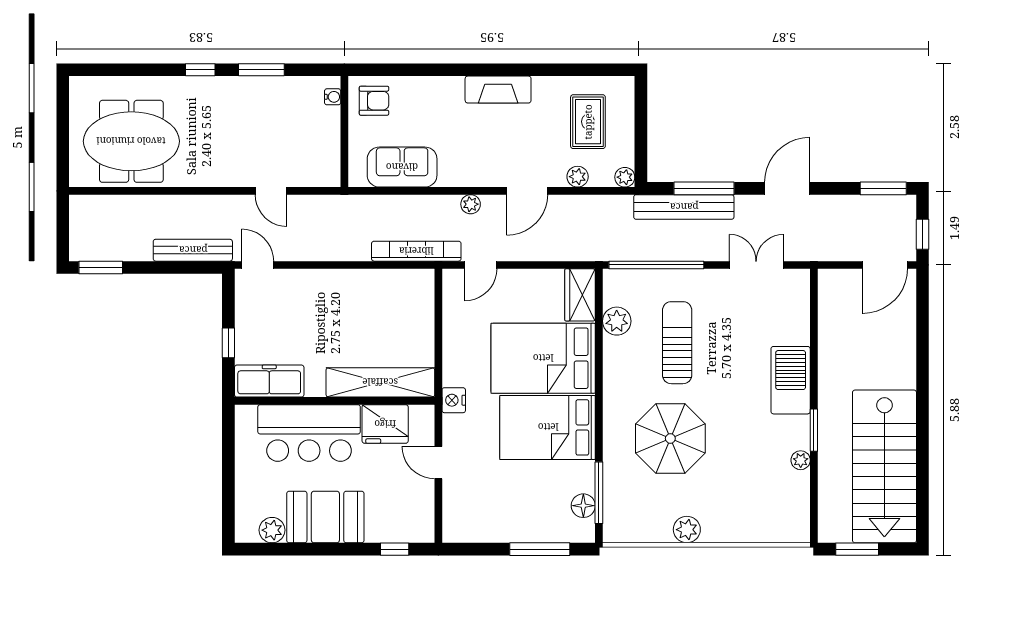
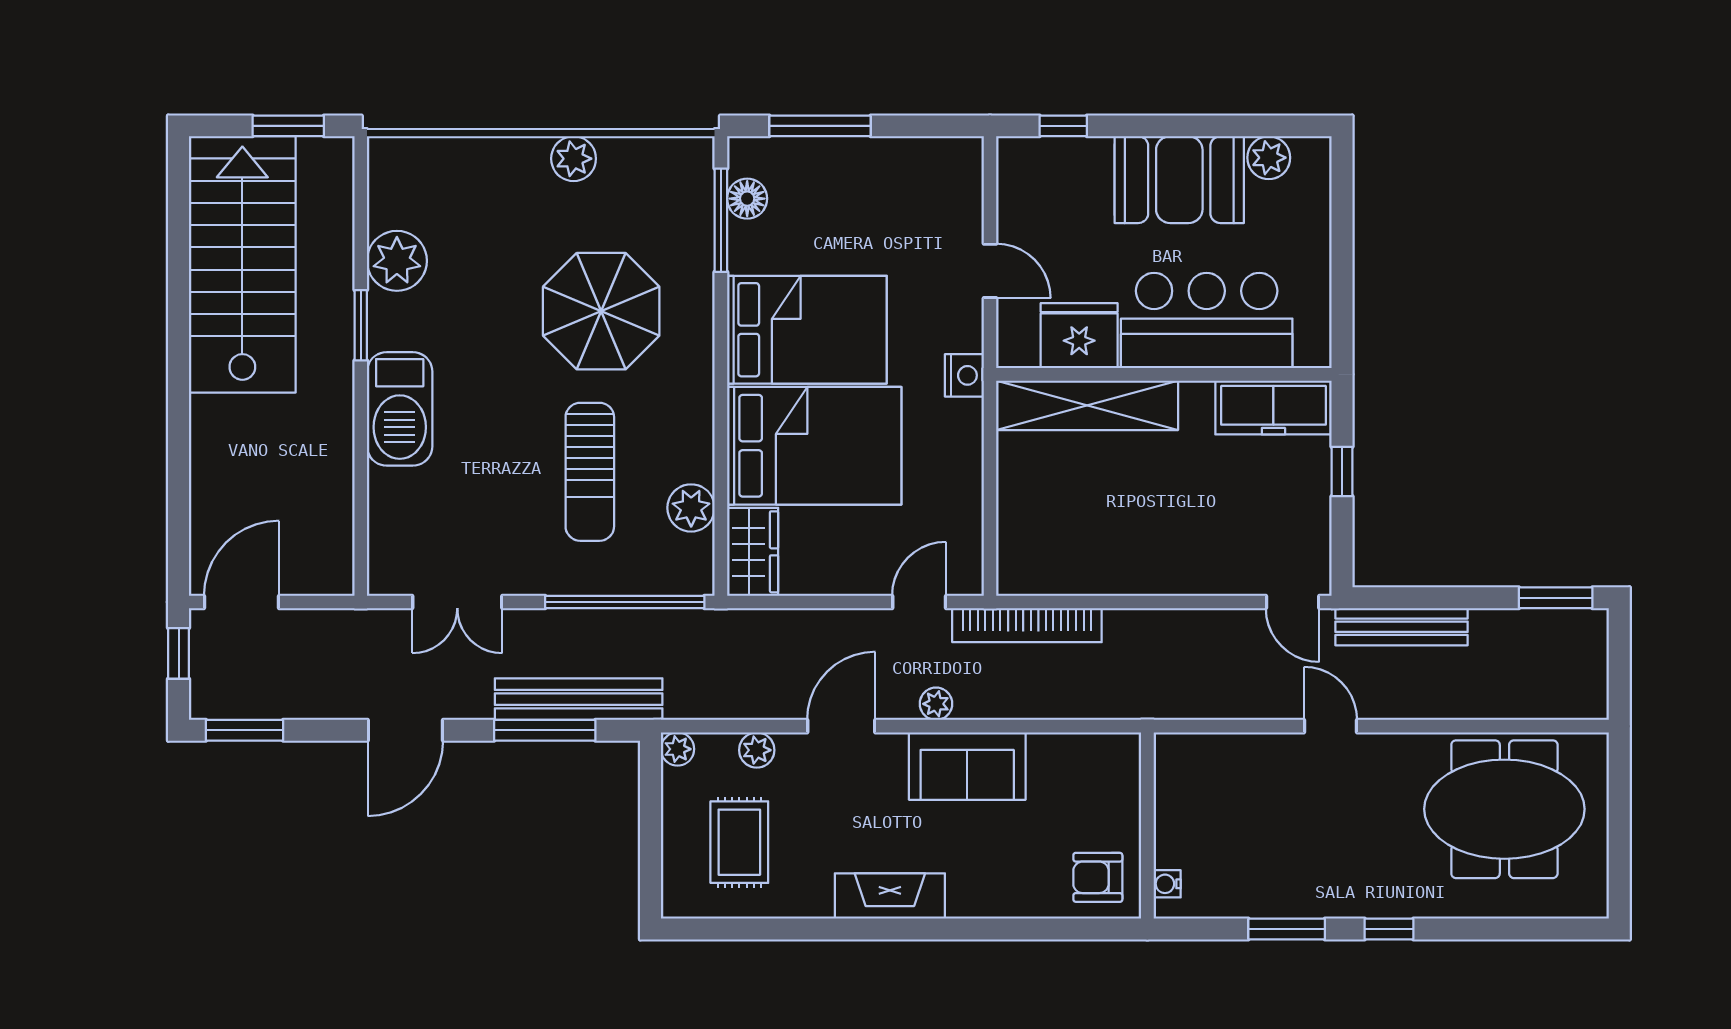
sofa: (402, 167) -> (967, 766), moved
door: (271, 191) -> (1330, 726), moved
plant: (801, 460) -> (397, 261), width x1.88, depth x1.88

